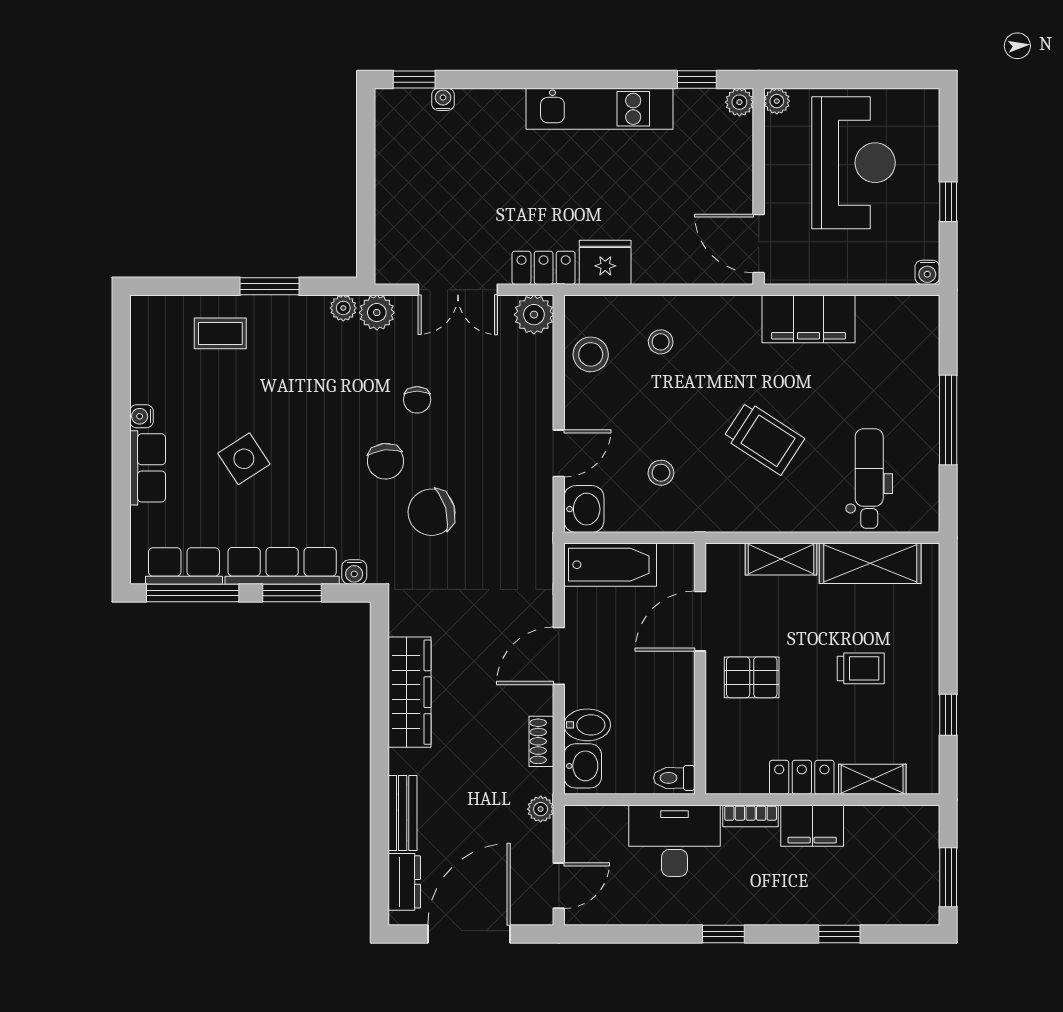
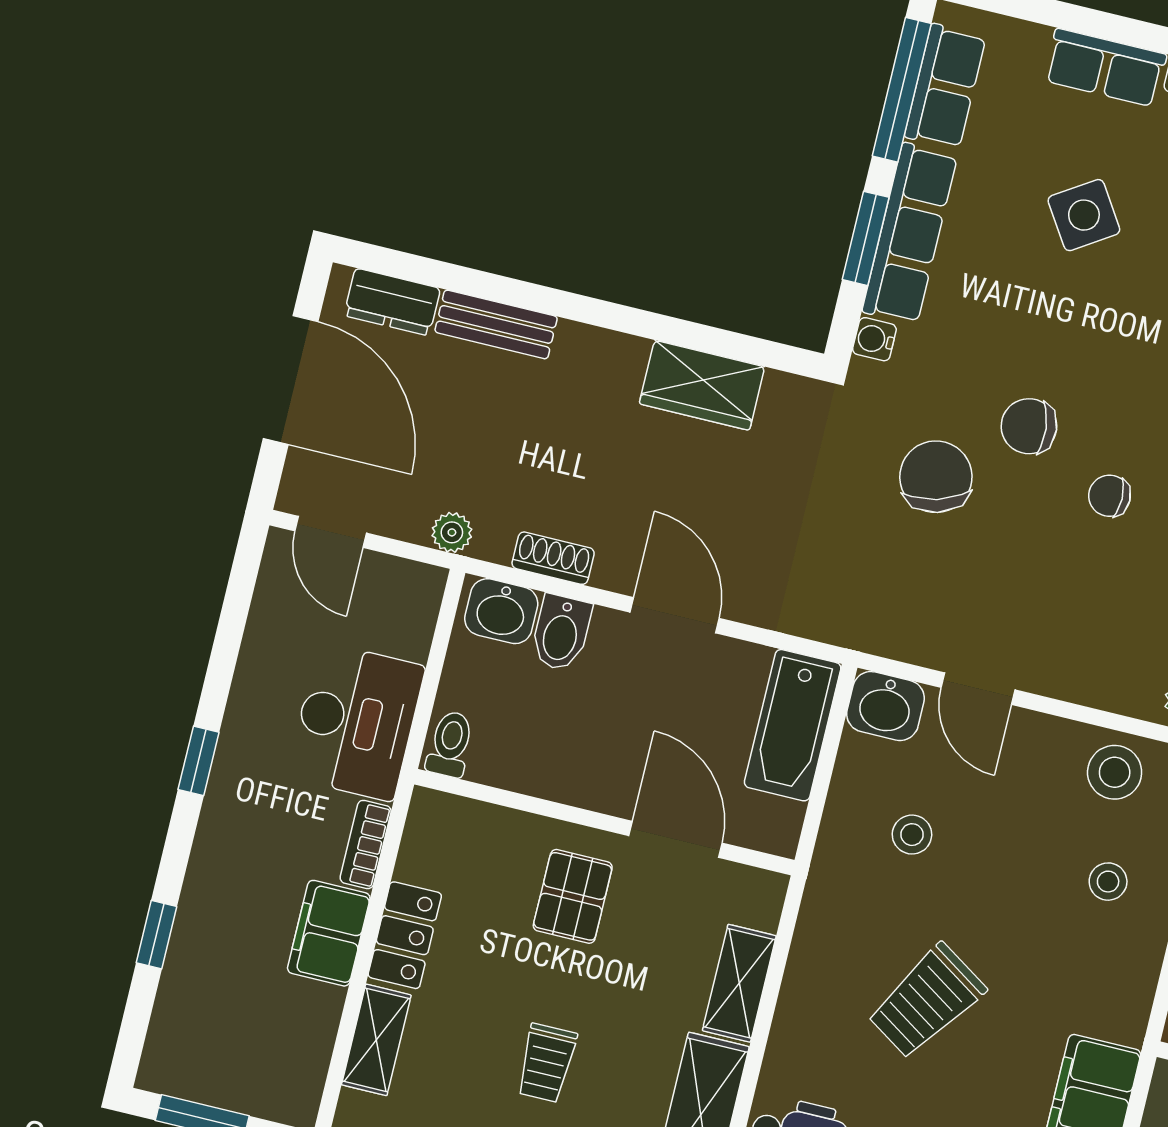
wardrobe: (410, 692) -> (702, 385), width x0.67

